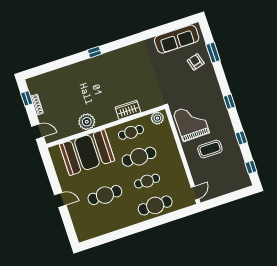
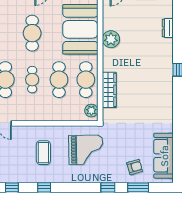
dresser: (60, 74) -> (168, 28), added
window: (229, 102) -> (108, 187), moved
wardrobe: (128, 110) -> (109, 90), width x1.50
grand piano: (191, 122) -> (86, 150), moved
cafe table: (131, 132) -> (86, 80), width x1.37, depth x1.35

